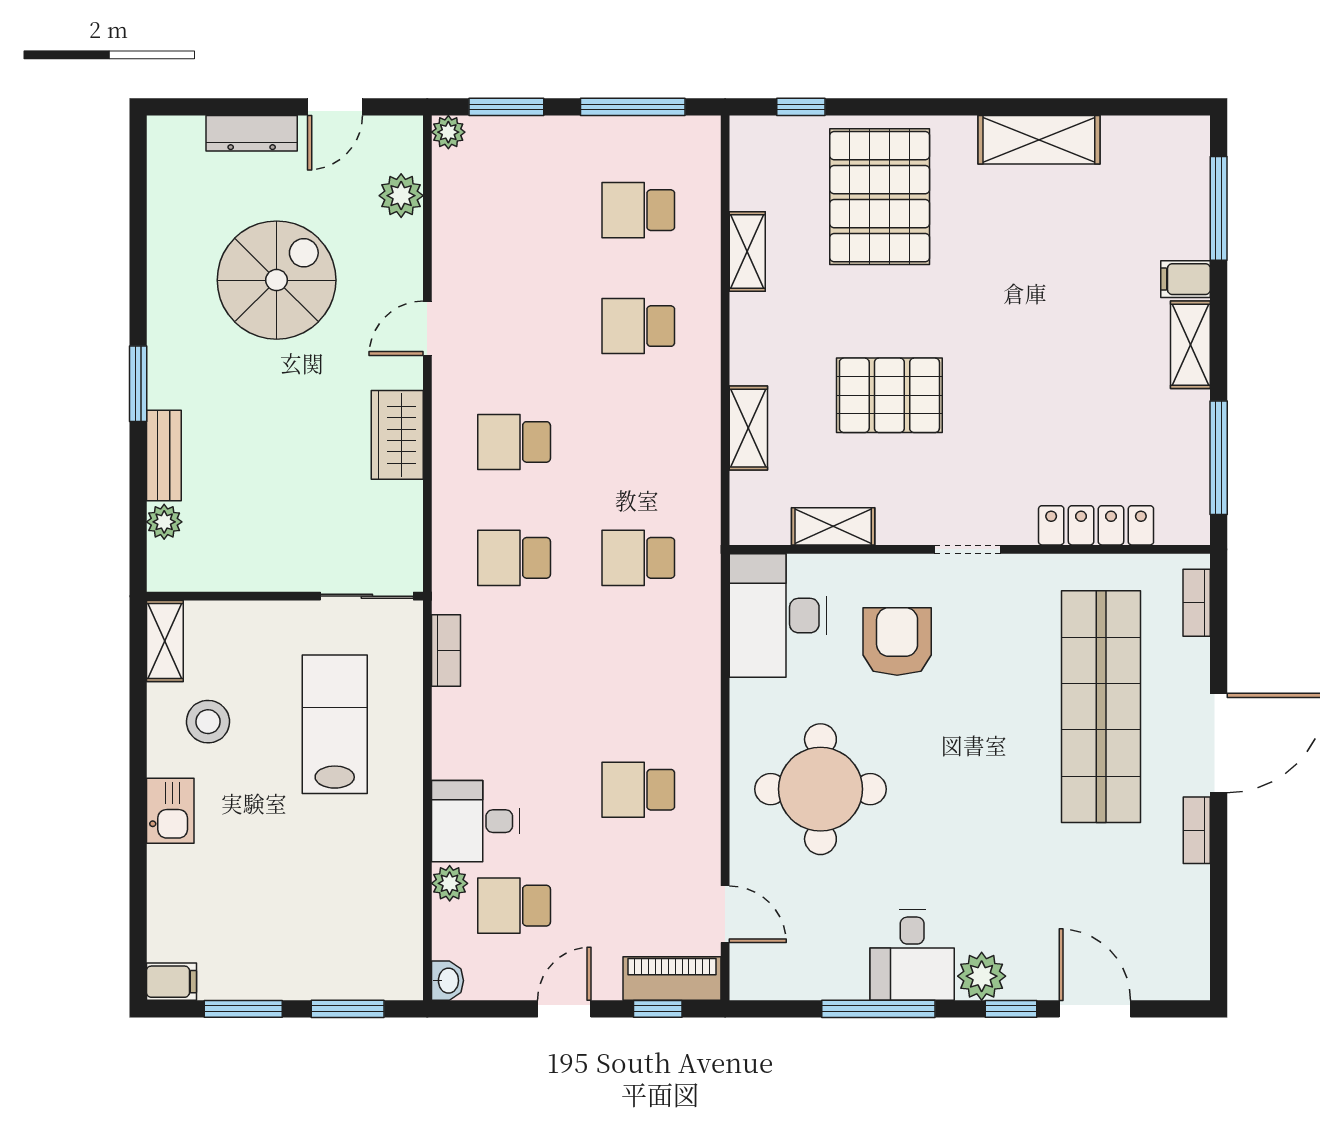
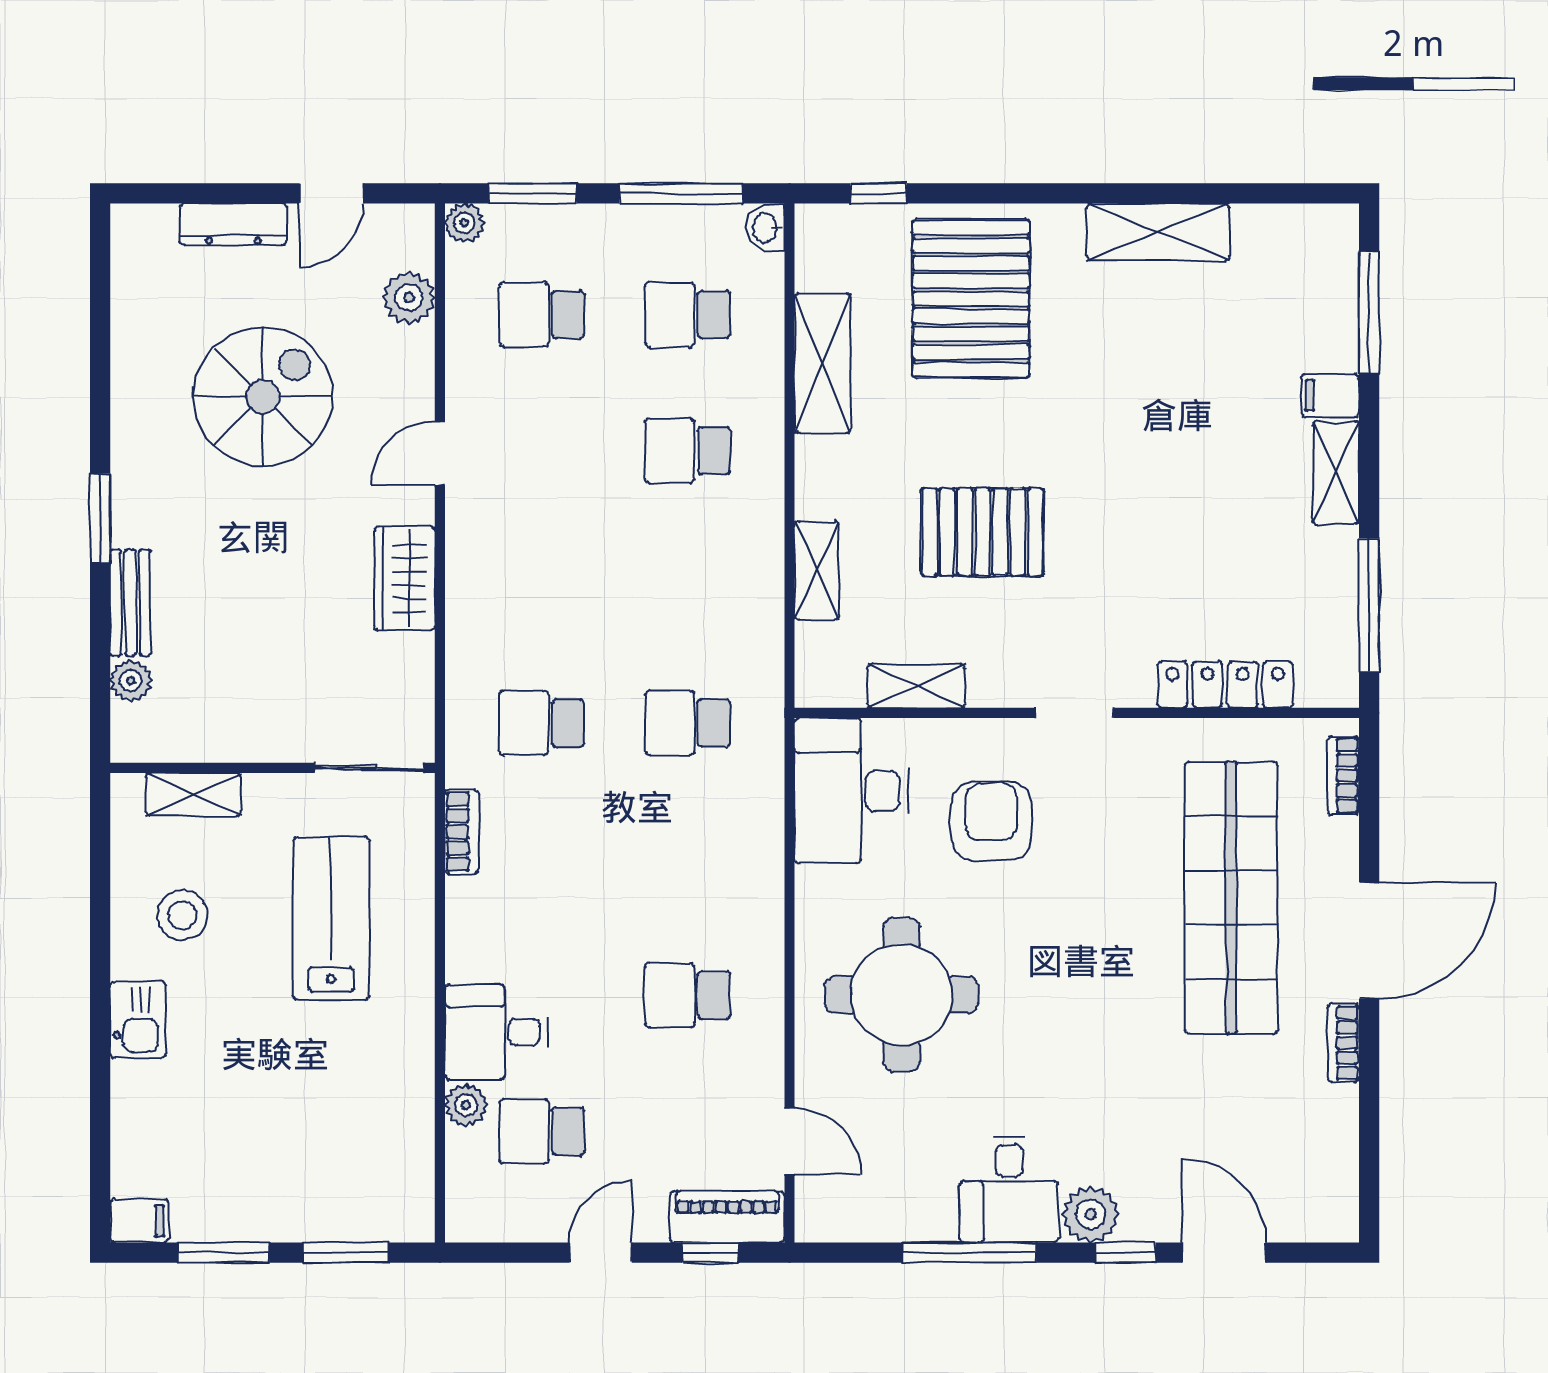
shelving: (747, 252) -> (823, 363), width x1.50, depth x1.33
school desk: (514, 442) -> (542, 315), moved
shelving: (165, 641) -> (193, 794), moved, turned 90
washbasin: (448, 981) -> (766, 228), moved, turned 180

